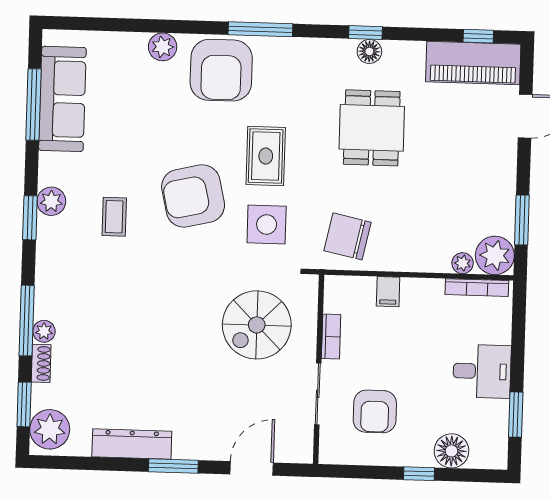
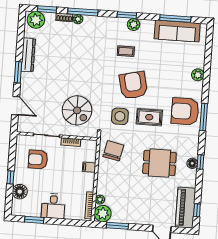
armchair: (221, 70) -> (185, 111), moved
spiral stairs: (257, 325) -> (77, 110), turned 180

